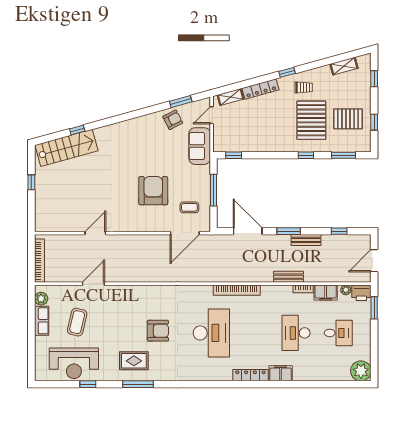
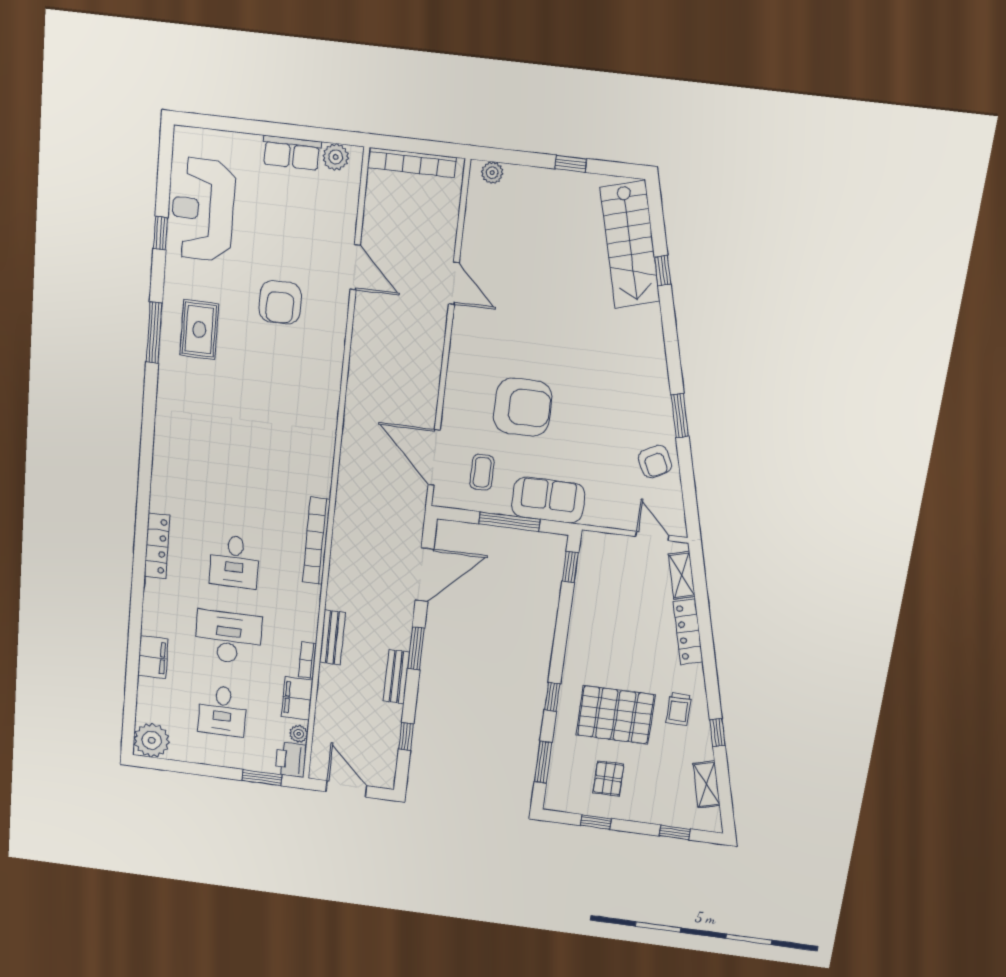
window: (287, 72) -> (717, 733), moved
window: (181, 102) -> (680, 416), moved
pallet: (348, 119) -> (608, 778), width x0.67, depth x0.71
sofa: (200, 146) -> (548, 500), moved
plant: (40, 220) -> (492, 173), added
coffee table: (77, 322) -> (283, 226), removed
armchair: (158, 331) -> (280, 302), moved
desk: (211, 333) -> (234, 562), moved, width x0.53, depth x0.77
filing cabinet: (281, 373) -> (153, 657), moved

